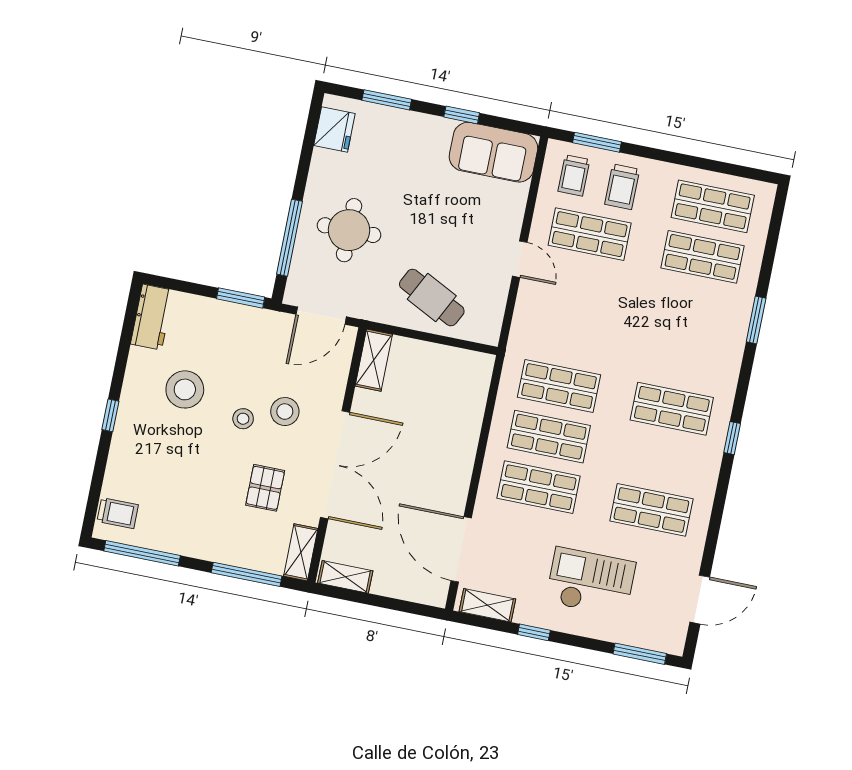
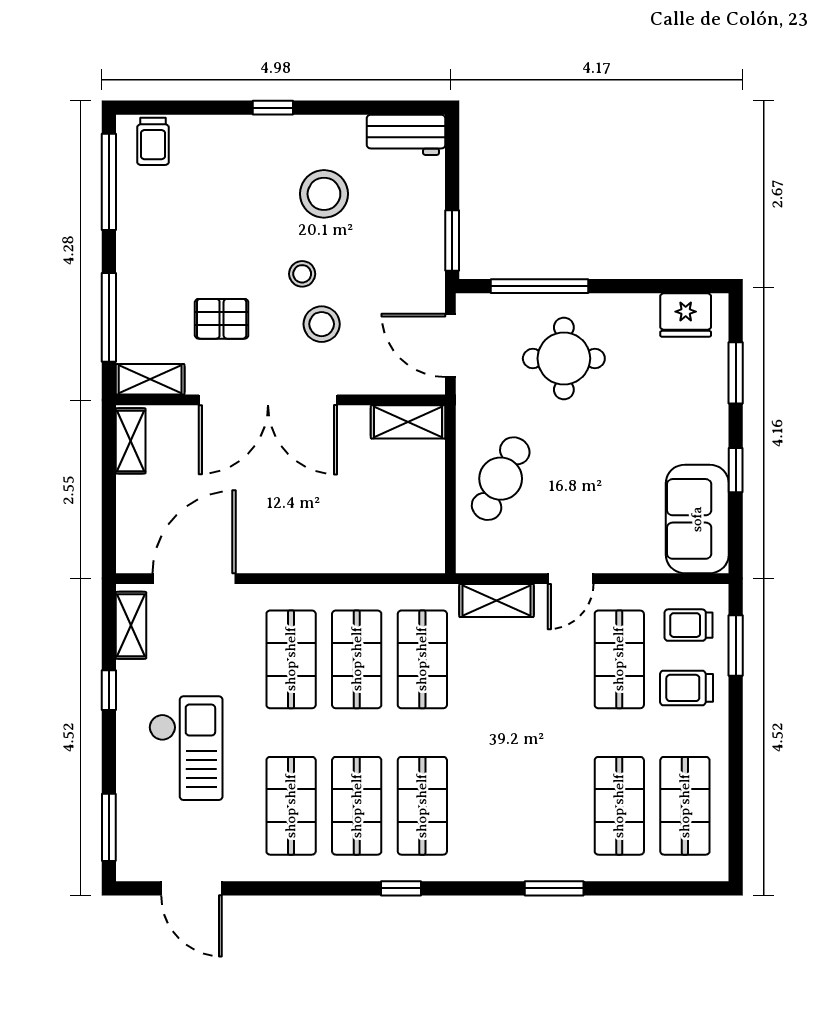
shelving: (525, 320) -> (497, 601), added
shop shelf: (662, 459) -> (357, 806), added

